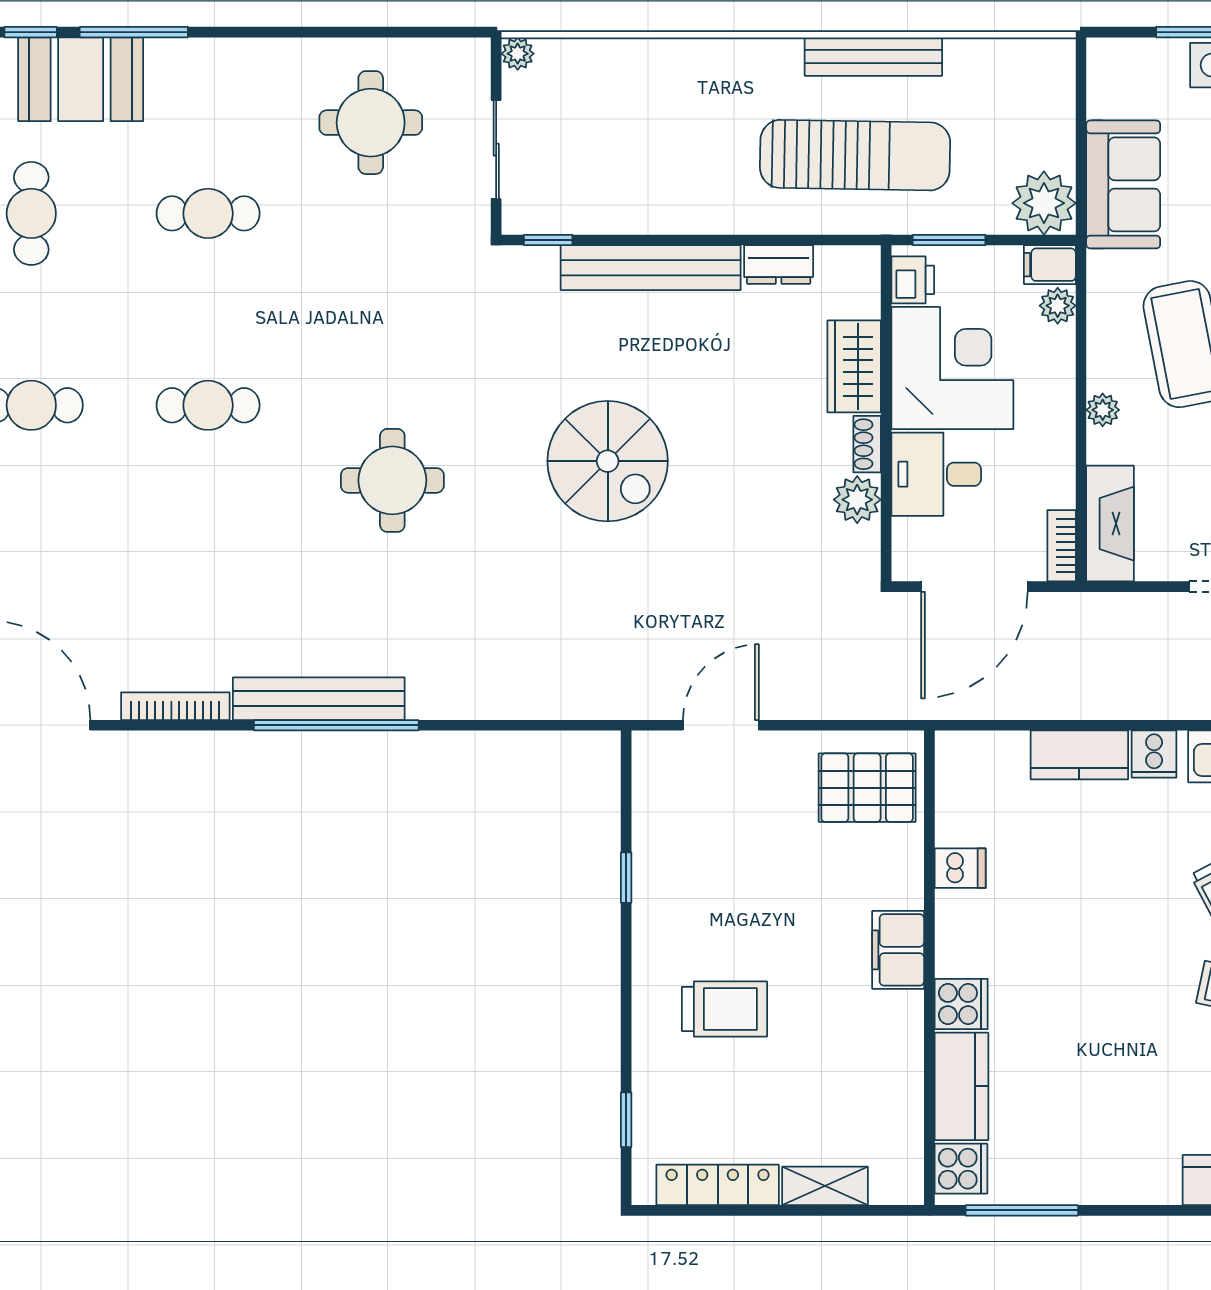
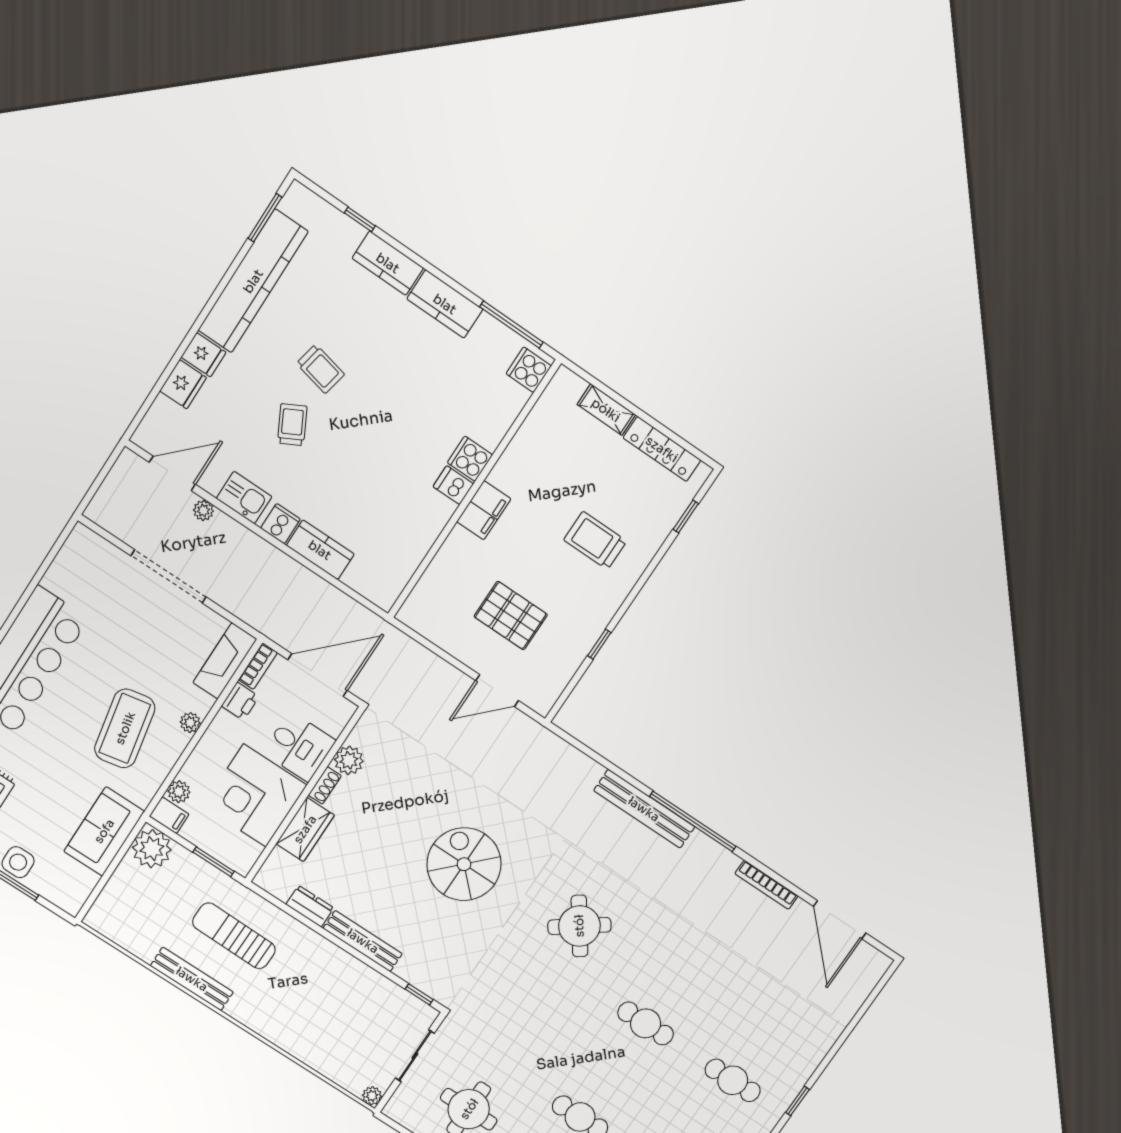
sun lounger: (855, 155) -> (234, 936), width x0.73, depth x0.75
bench: (651, 268) -> (363, 941), width x0.73, depth x0.82
printer: (913, 280) -> (240, 701), moved, turned 180
round table: (392, 480) -> (579, 926), turned -36
bench: (319, 699) -> (644, 809), moved
pallet: (867, 788) -> (511, 616), moved
dishwasher: (960, 868) -> (453, 485), moved
kitchen counter: (961, 1086) -> (445, 304), moved, turned -90

